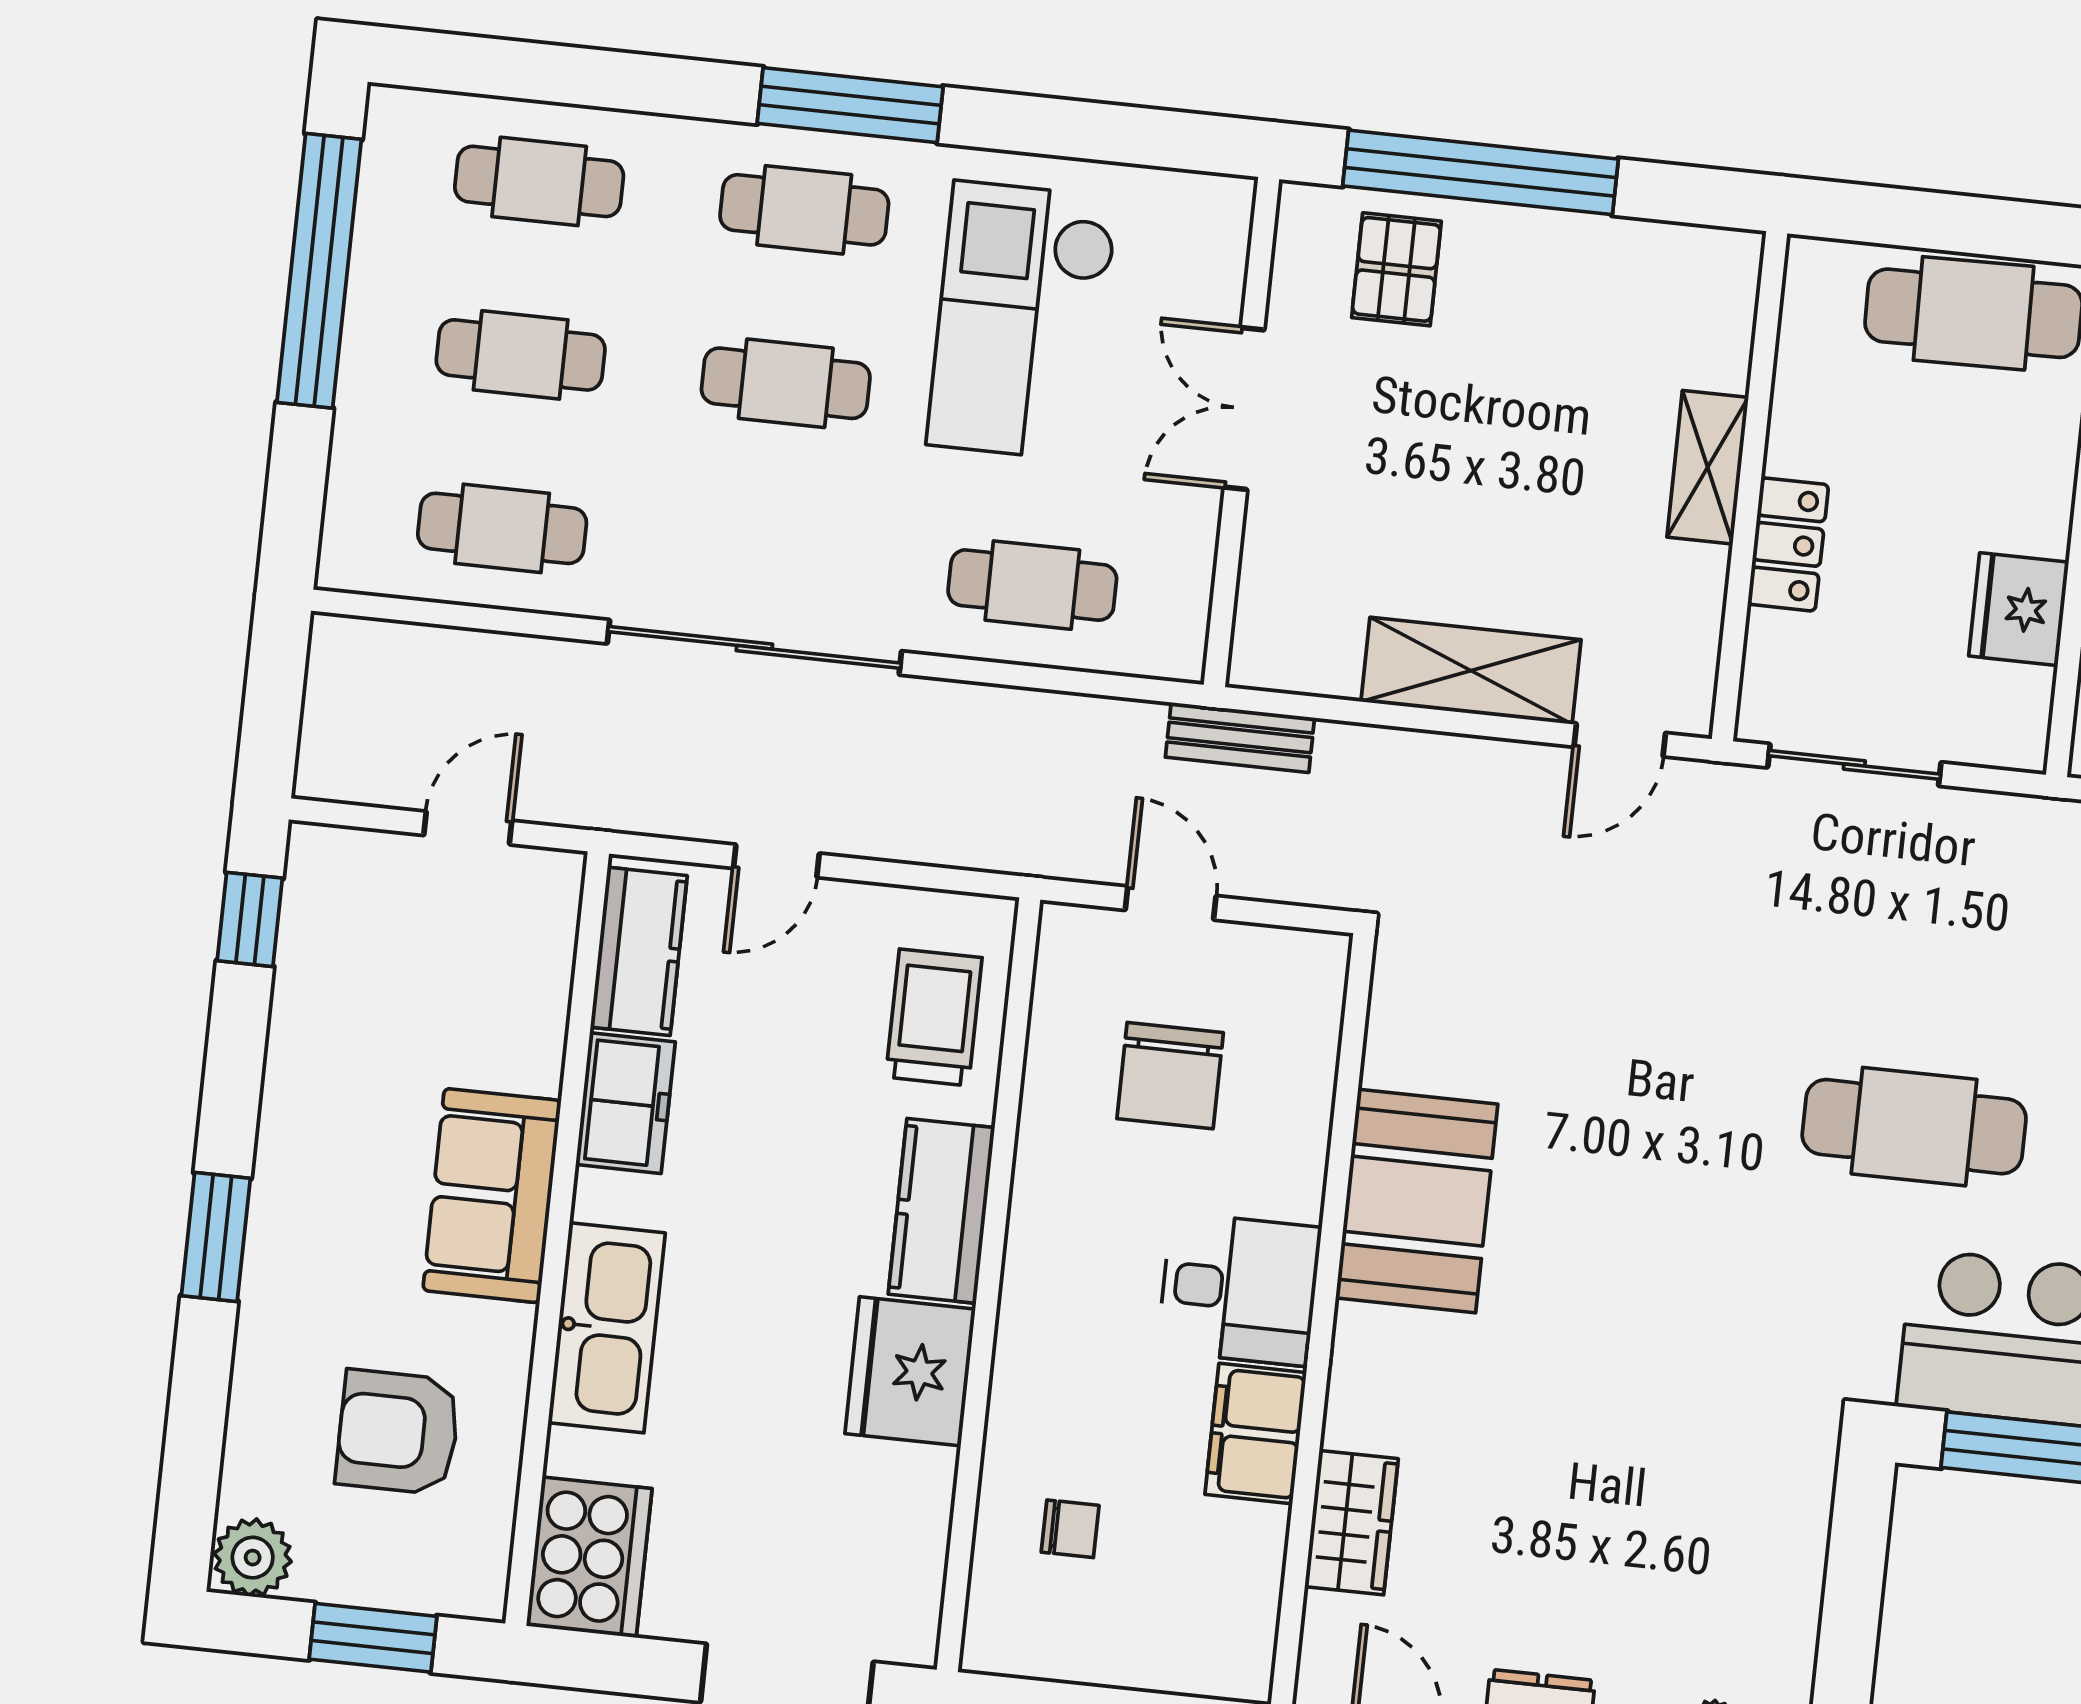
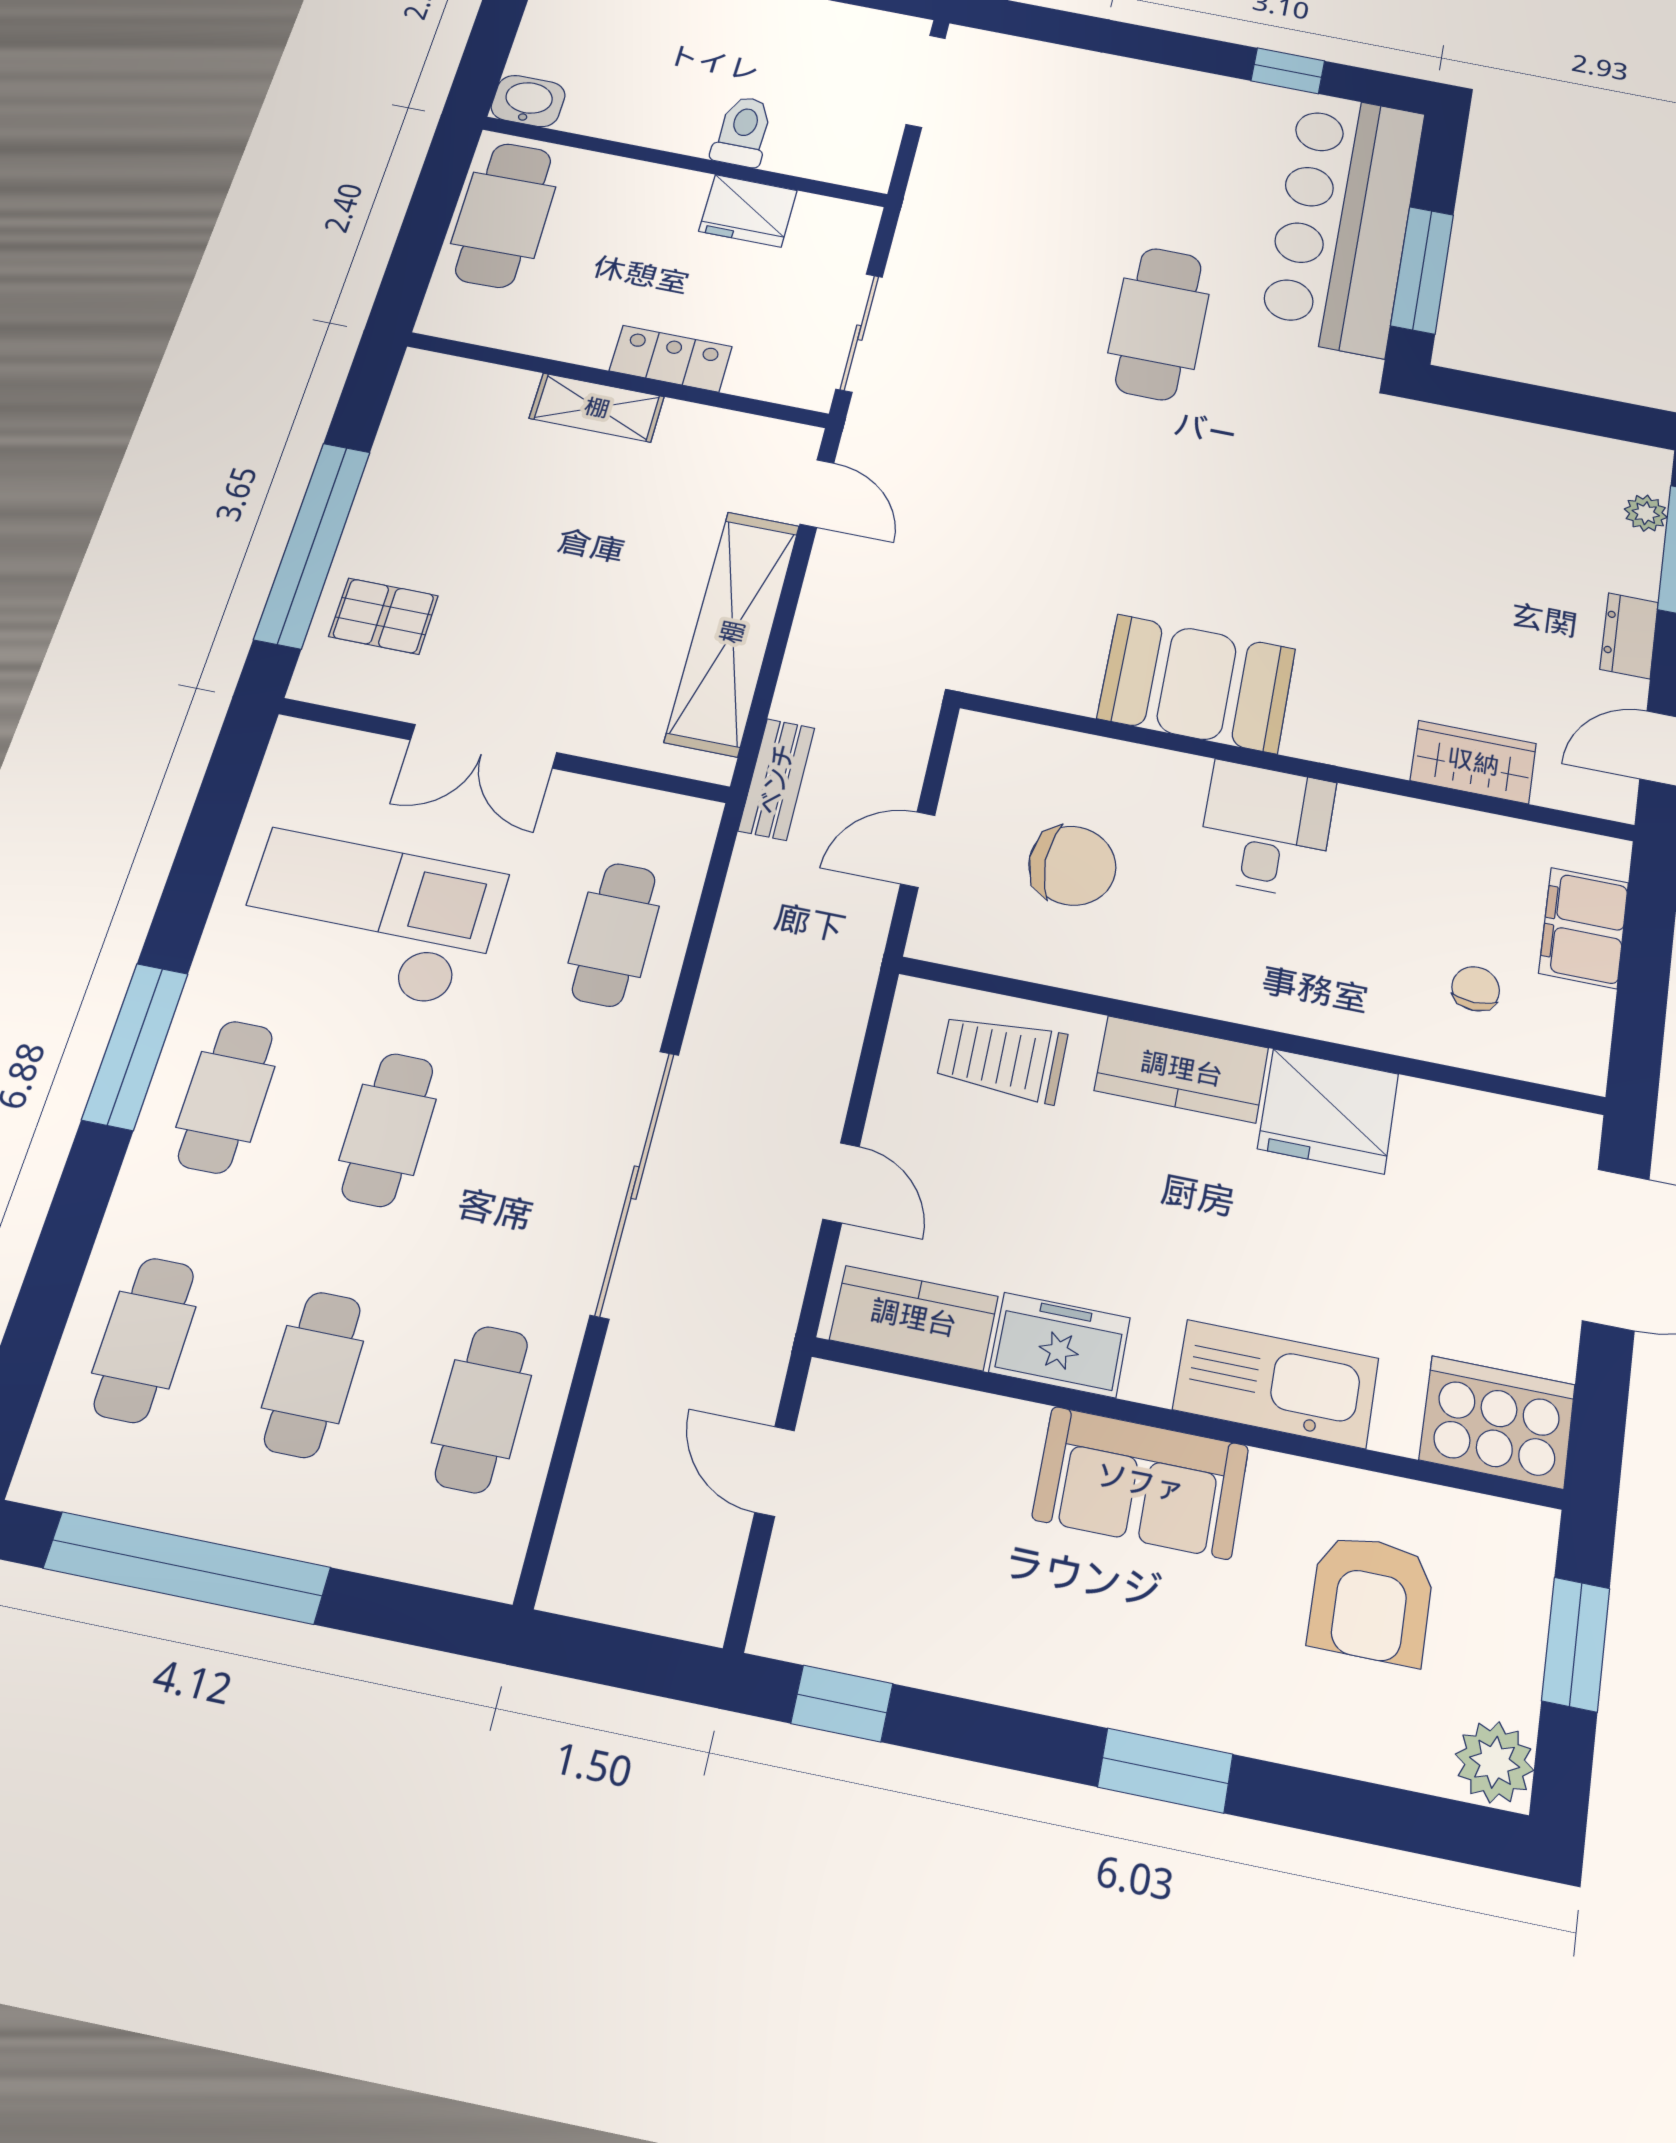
checkout: (1022, 321) -> (369, 918), turned 180
shelving: (1471, 671) -> (733, 632), width x1.47
filing cabinet: (1256, 1434) -> (1584, 928), moved, turned 90

